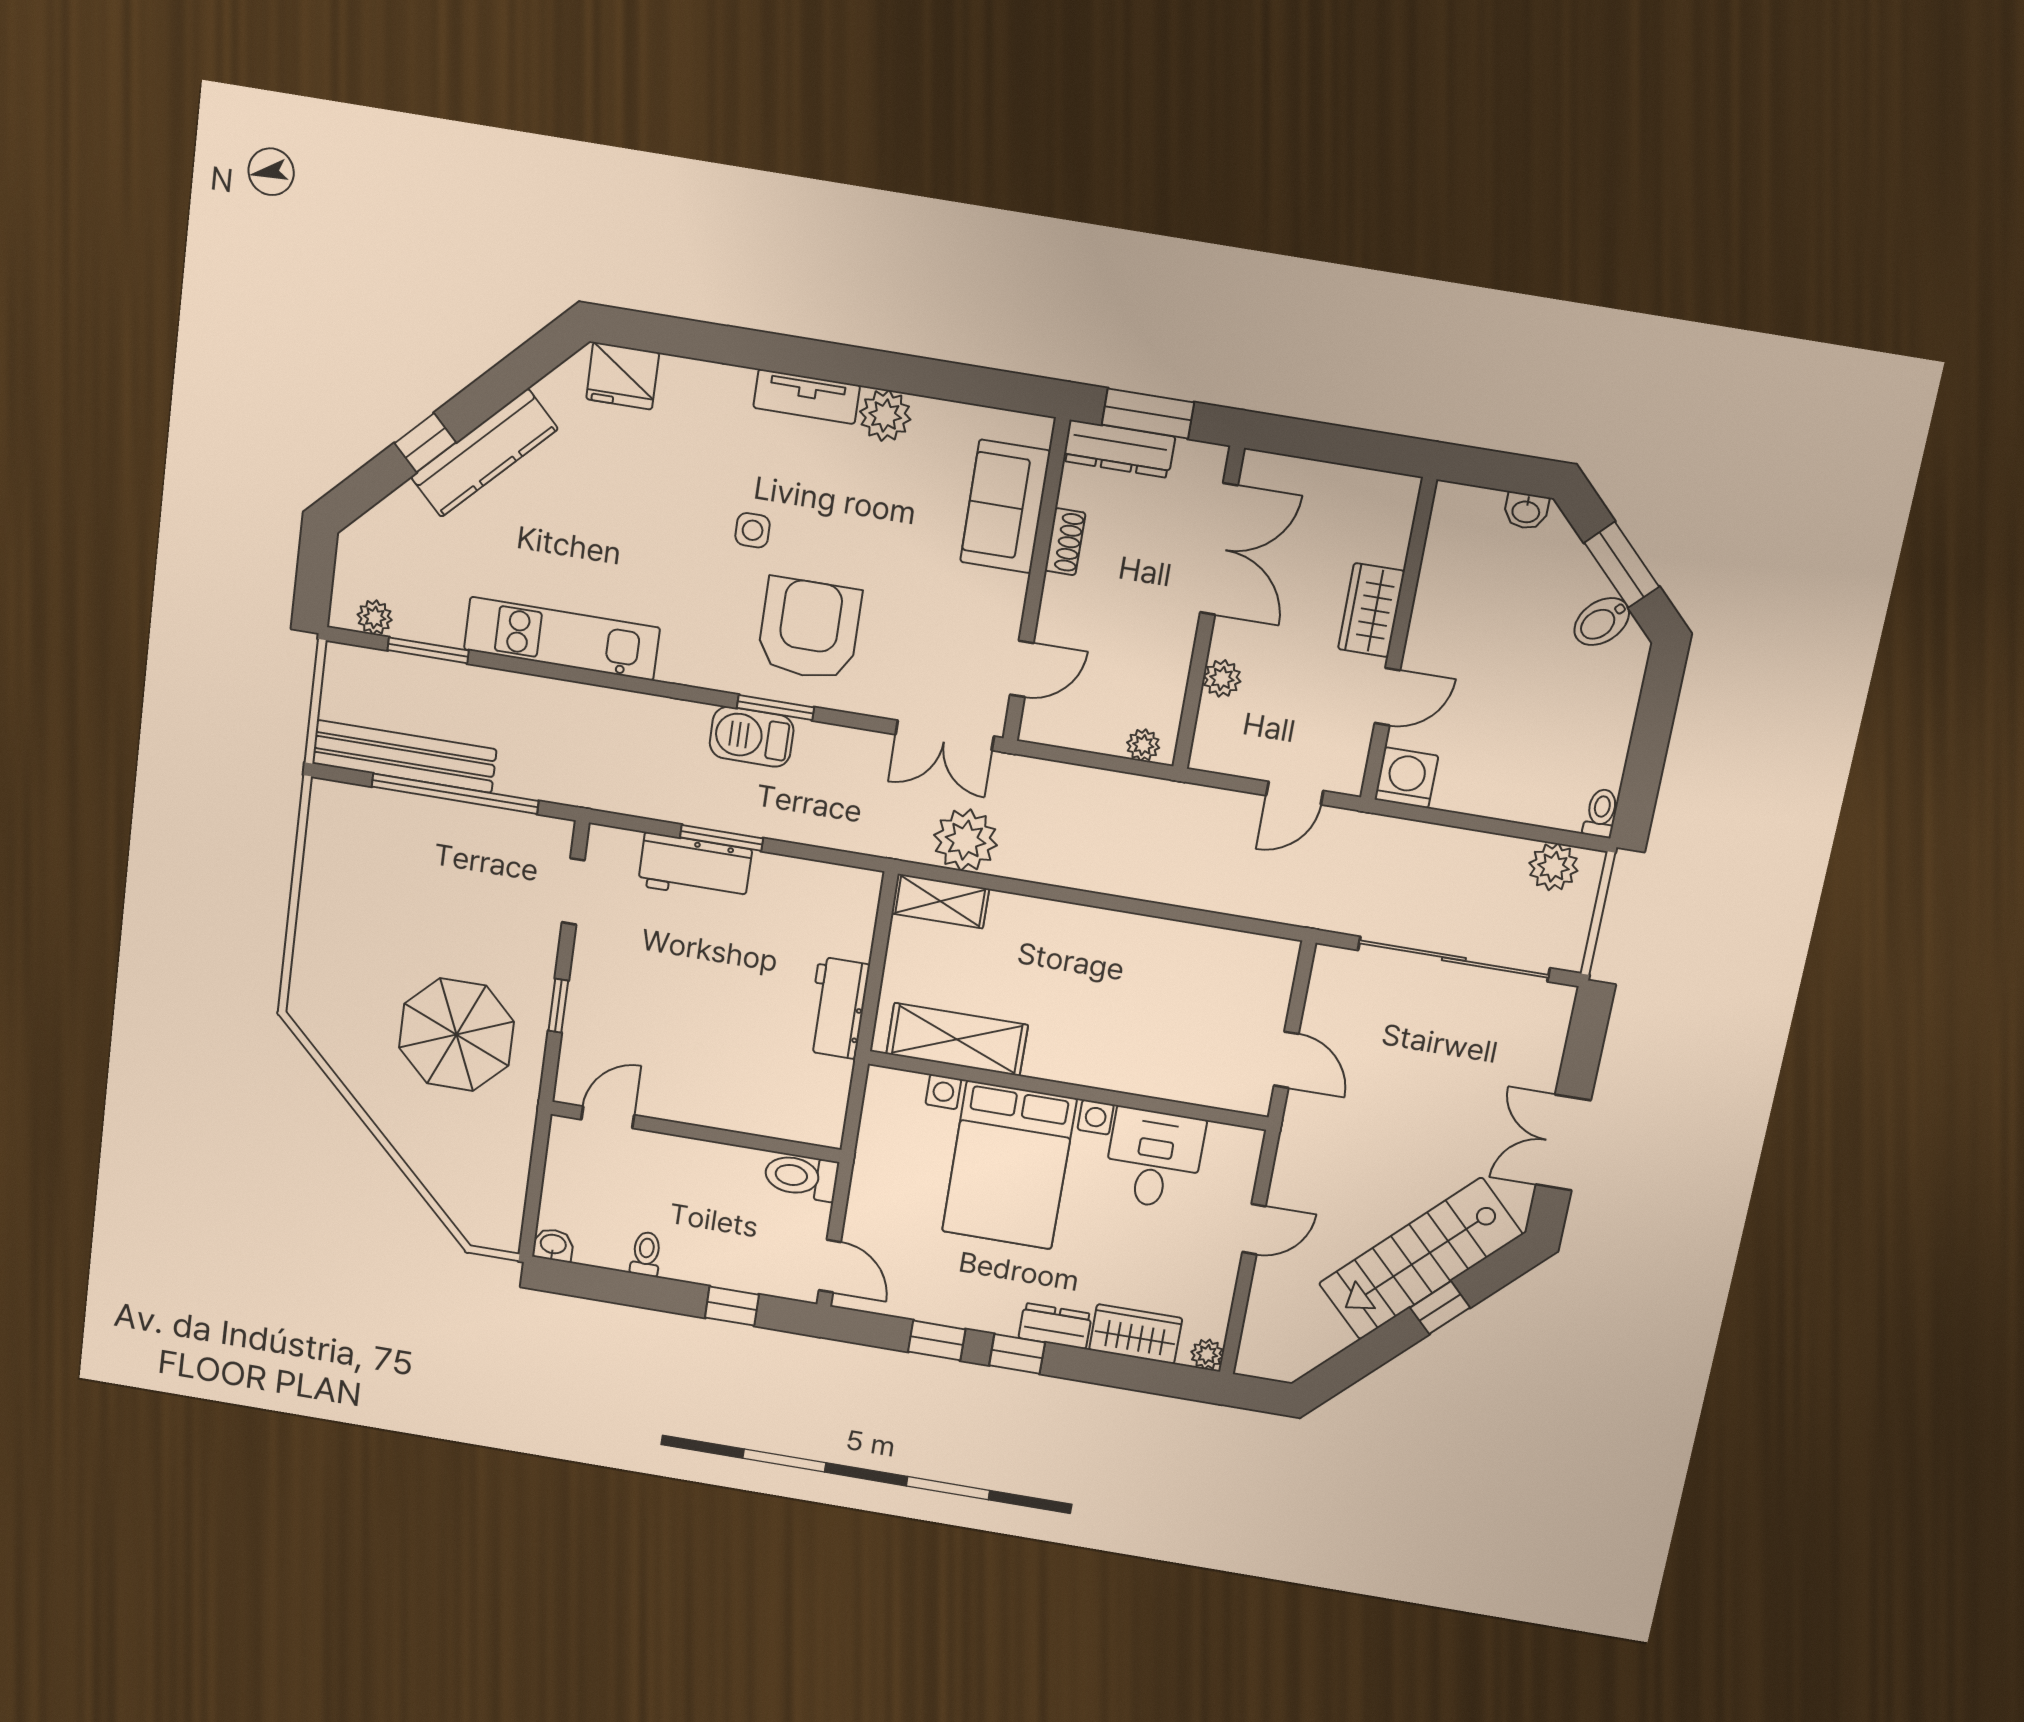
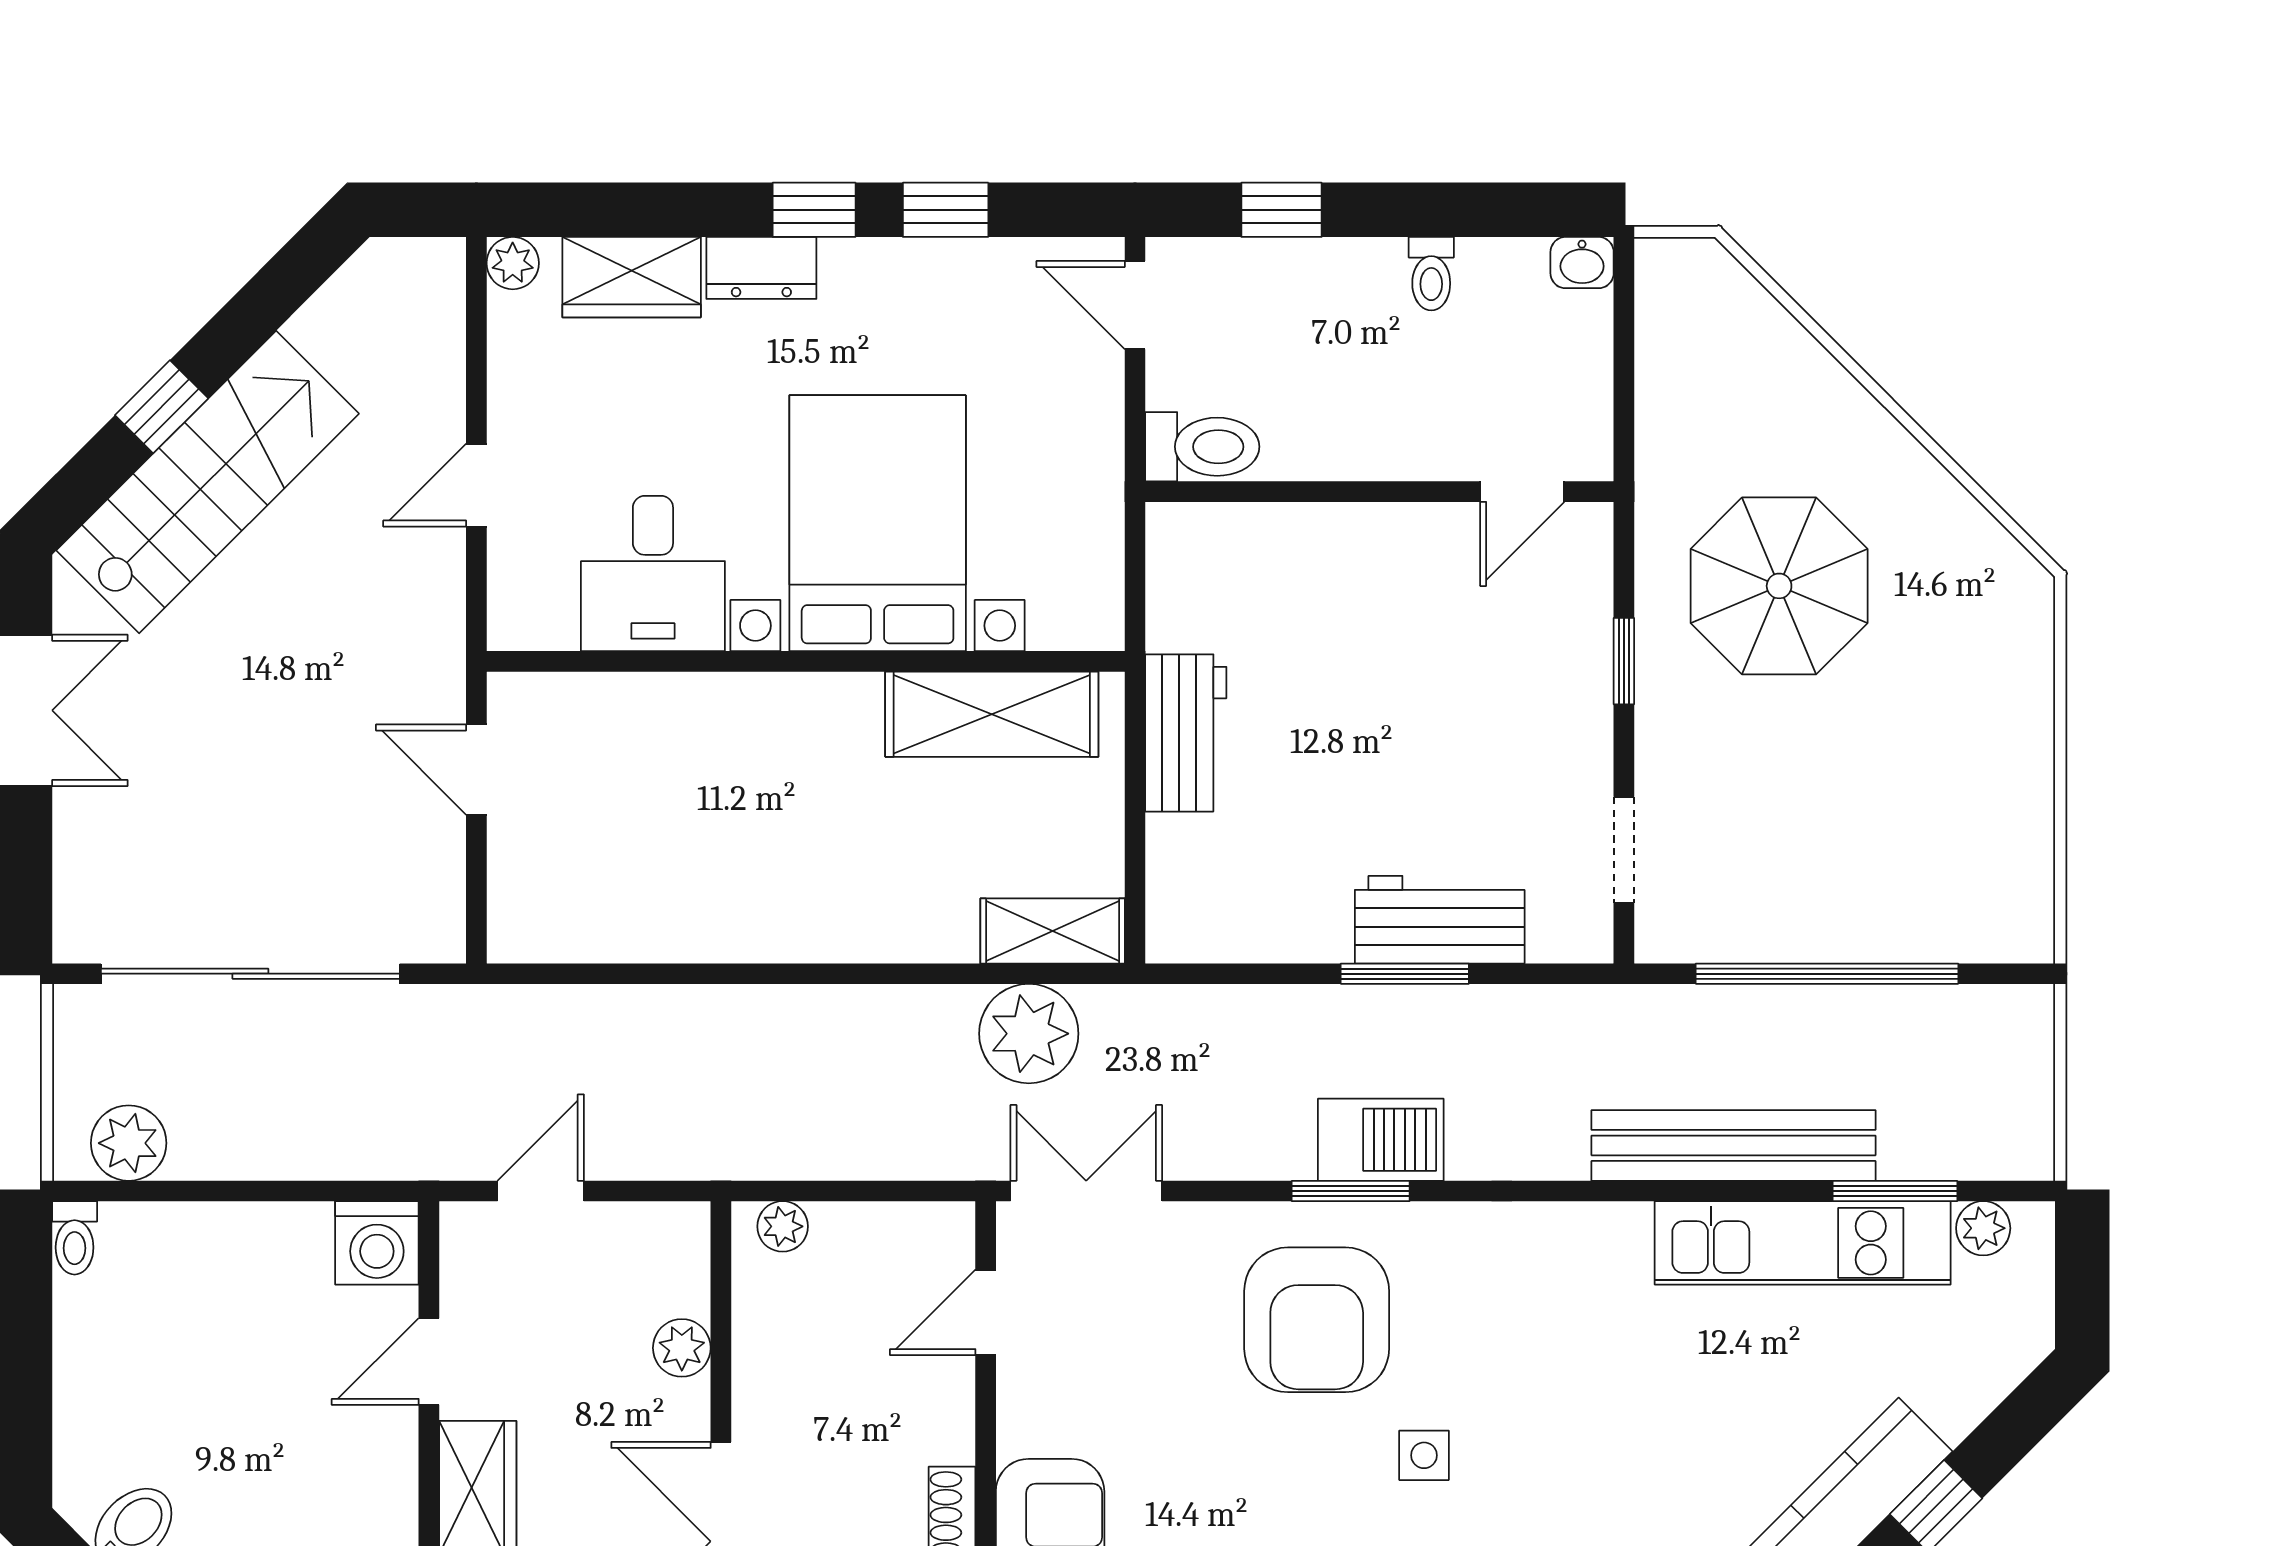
kitchen unit: (562, 639) -> (1803, 1243), moved
bench: (404, 756) -> (1734, 1145), moved

